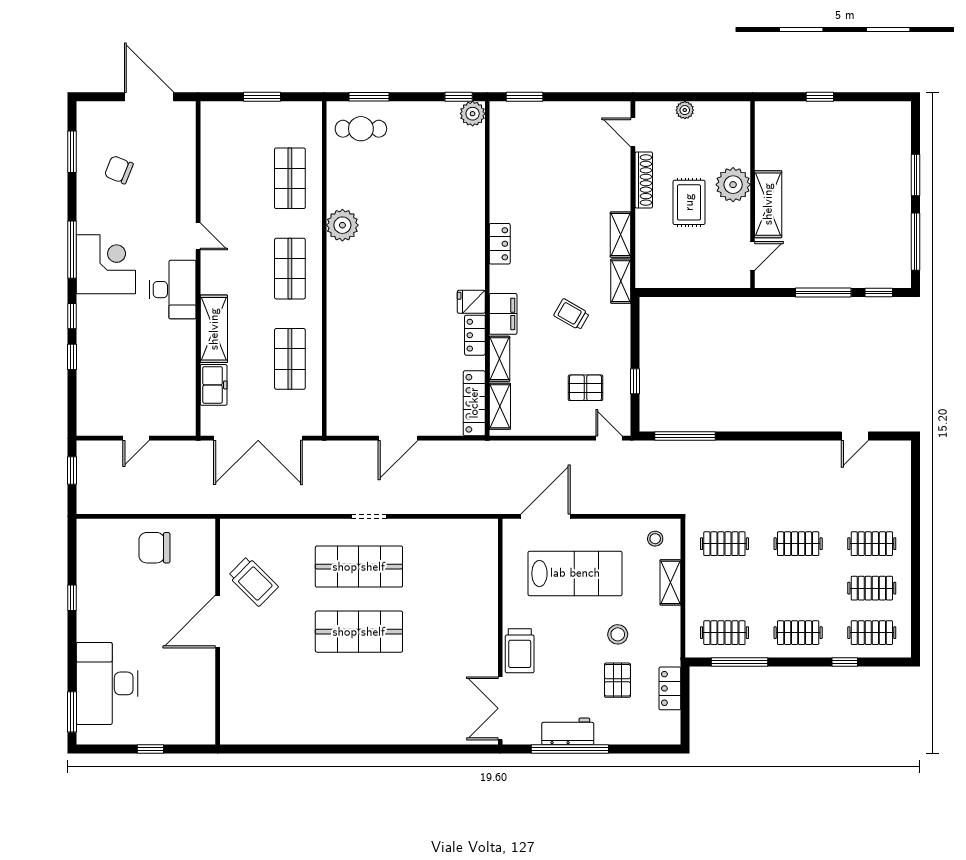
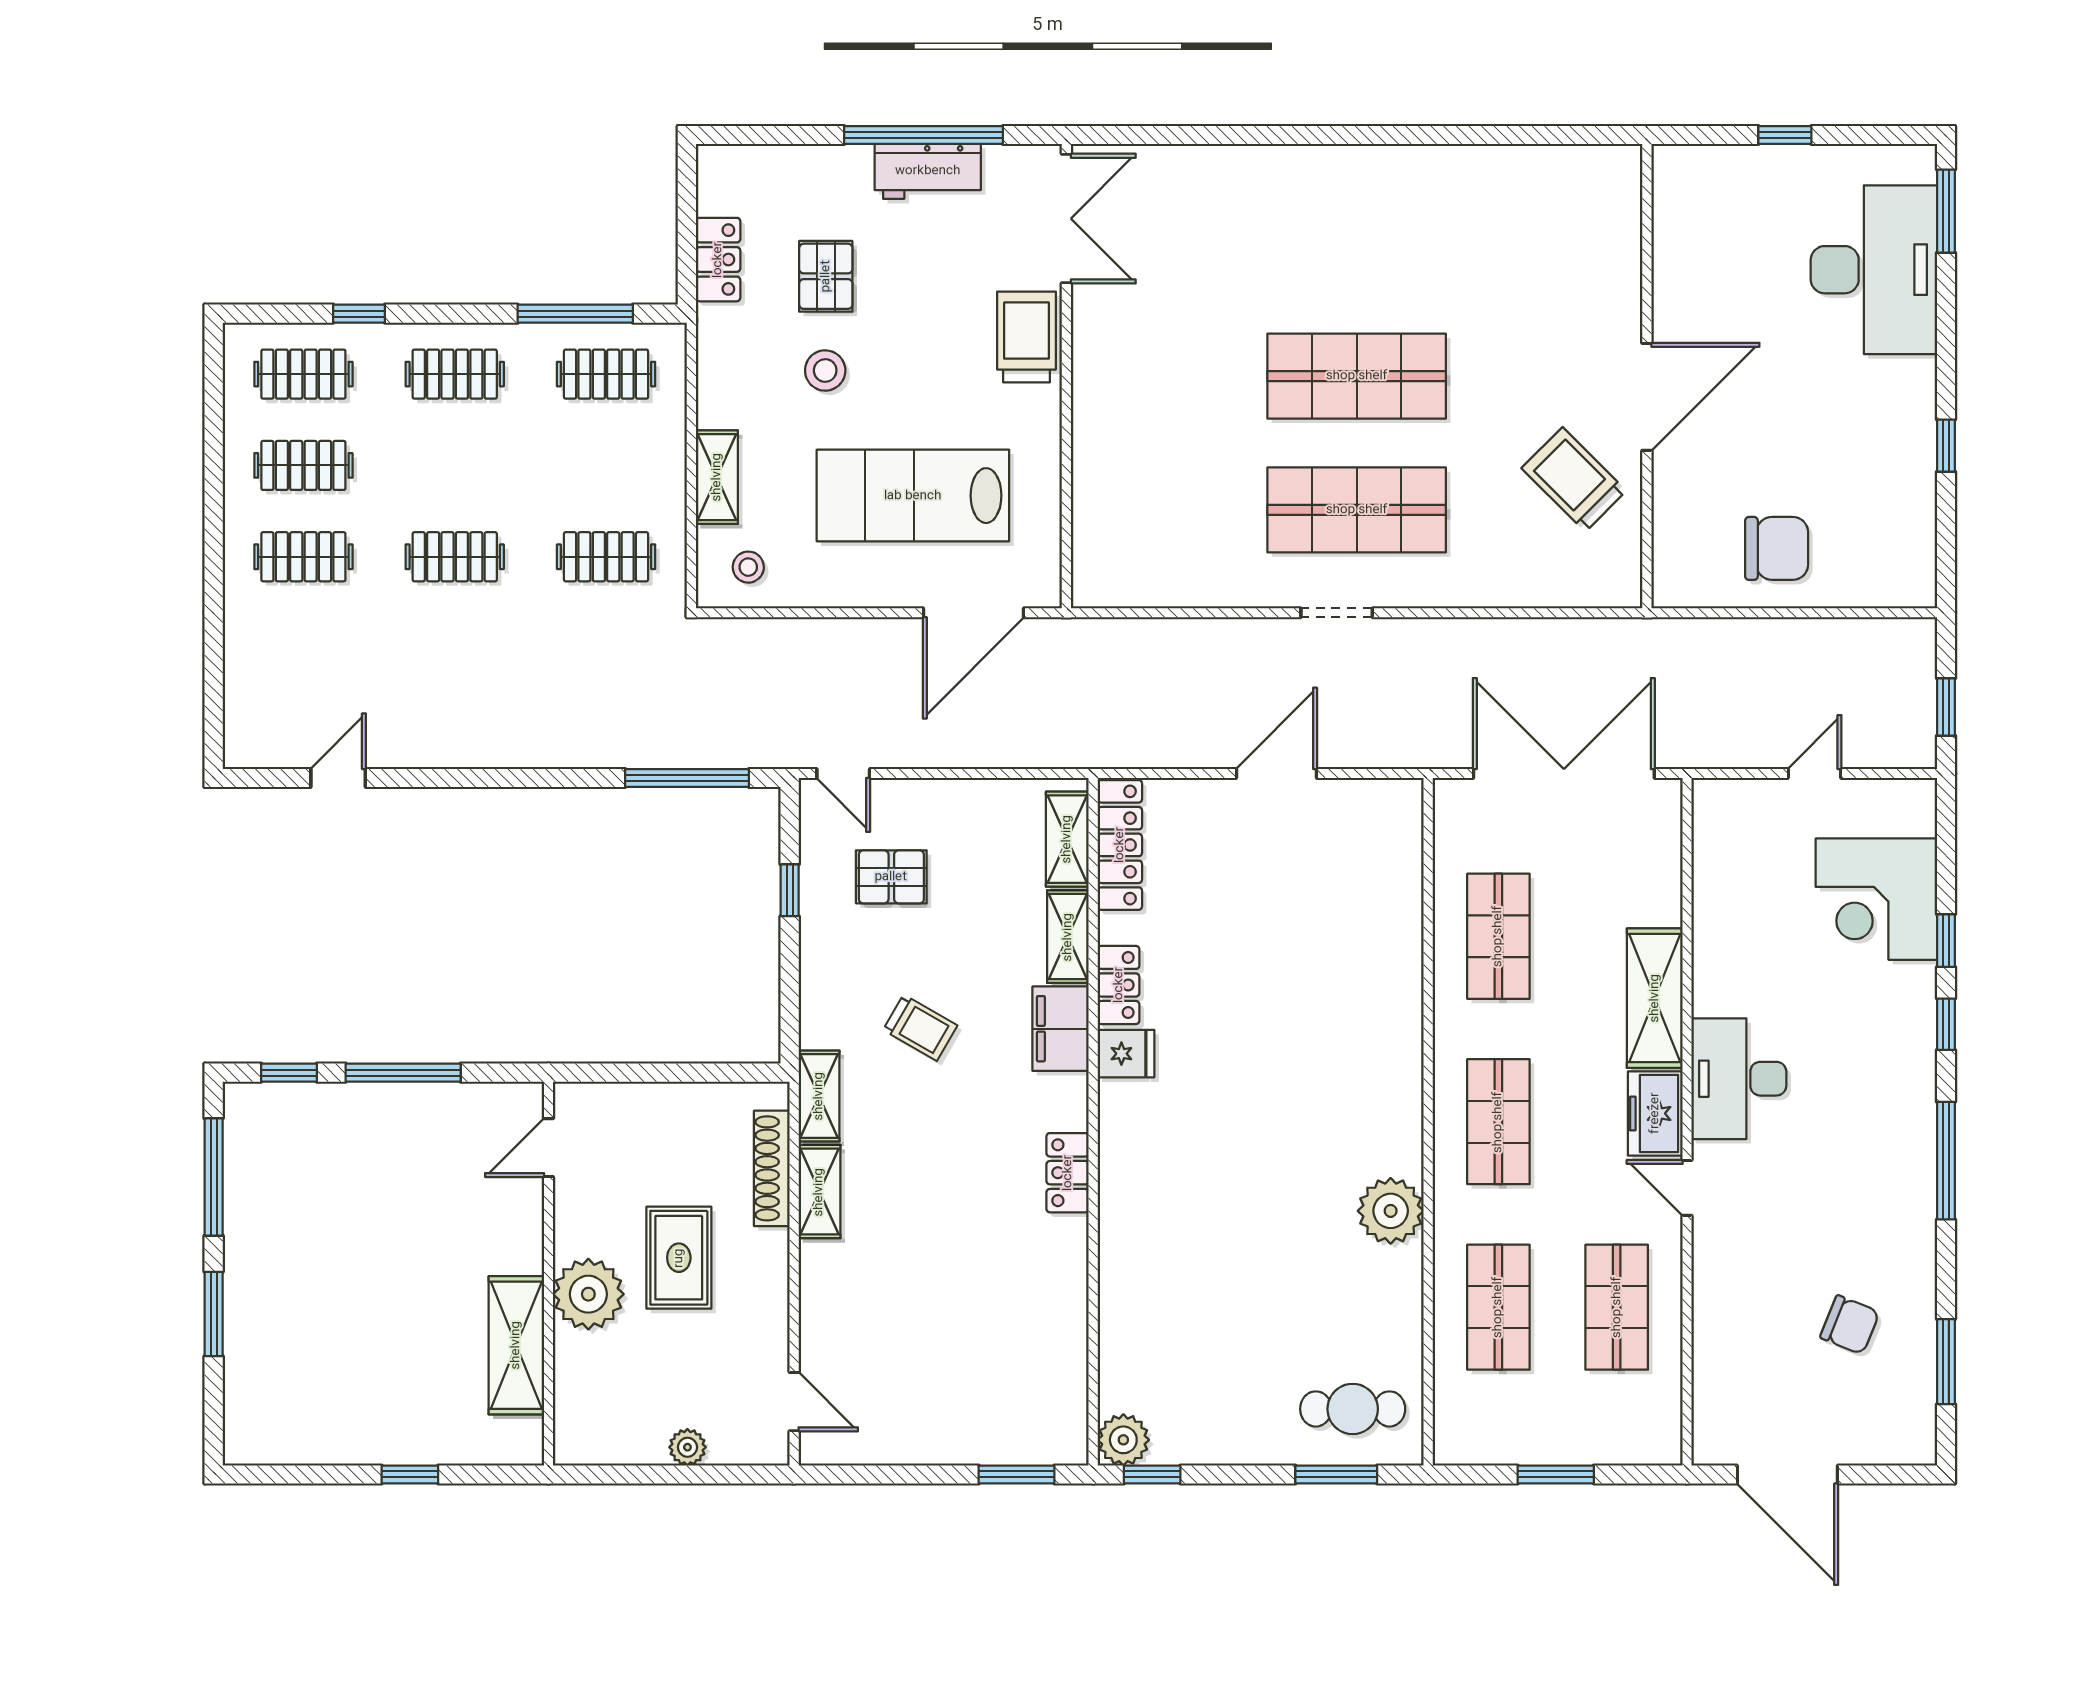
shop shelf: (232, 178) -> (1617, 1307), added
shoe rack: (644, 180) -> (772, 1168), moved
shelving: (768, 204) -> (516, 1345), moved
corner desk: (106, 264) -> (1876, 899), moved
freezer: (214, 385) -> (1655, 1113), moved

